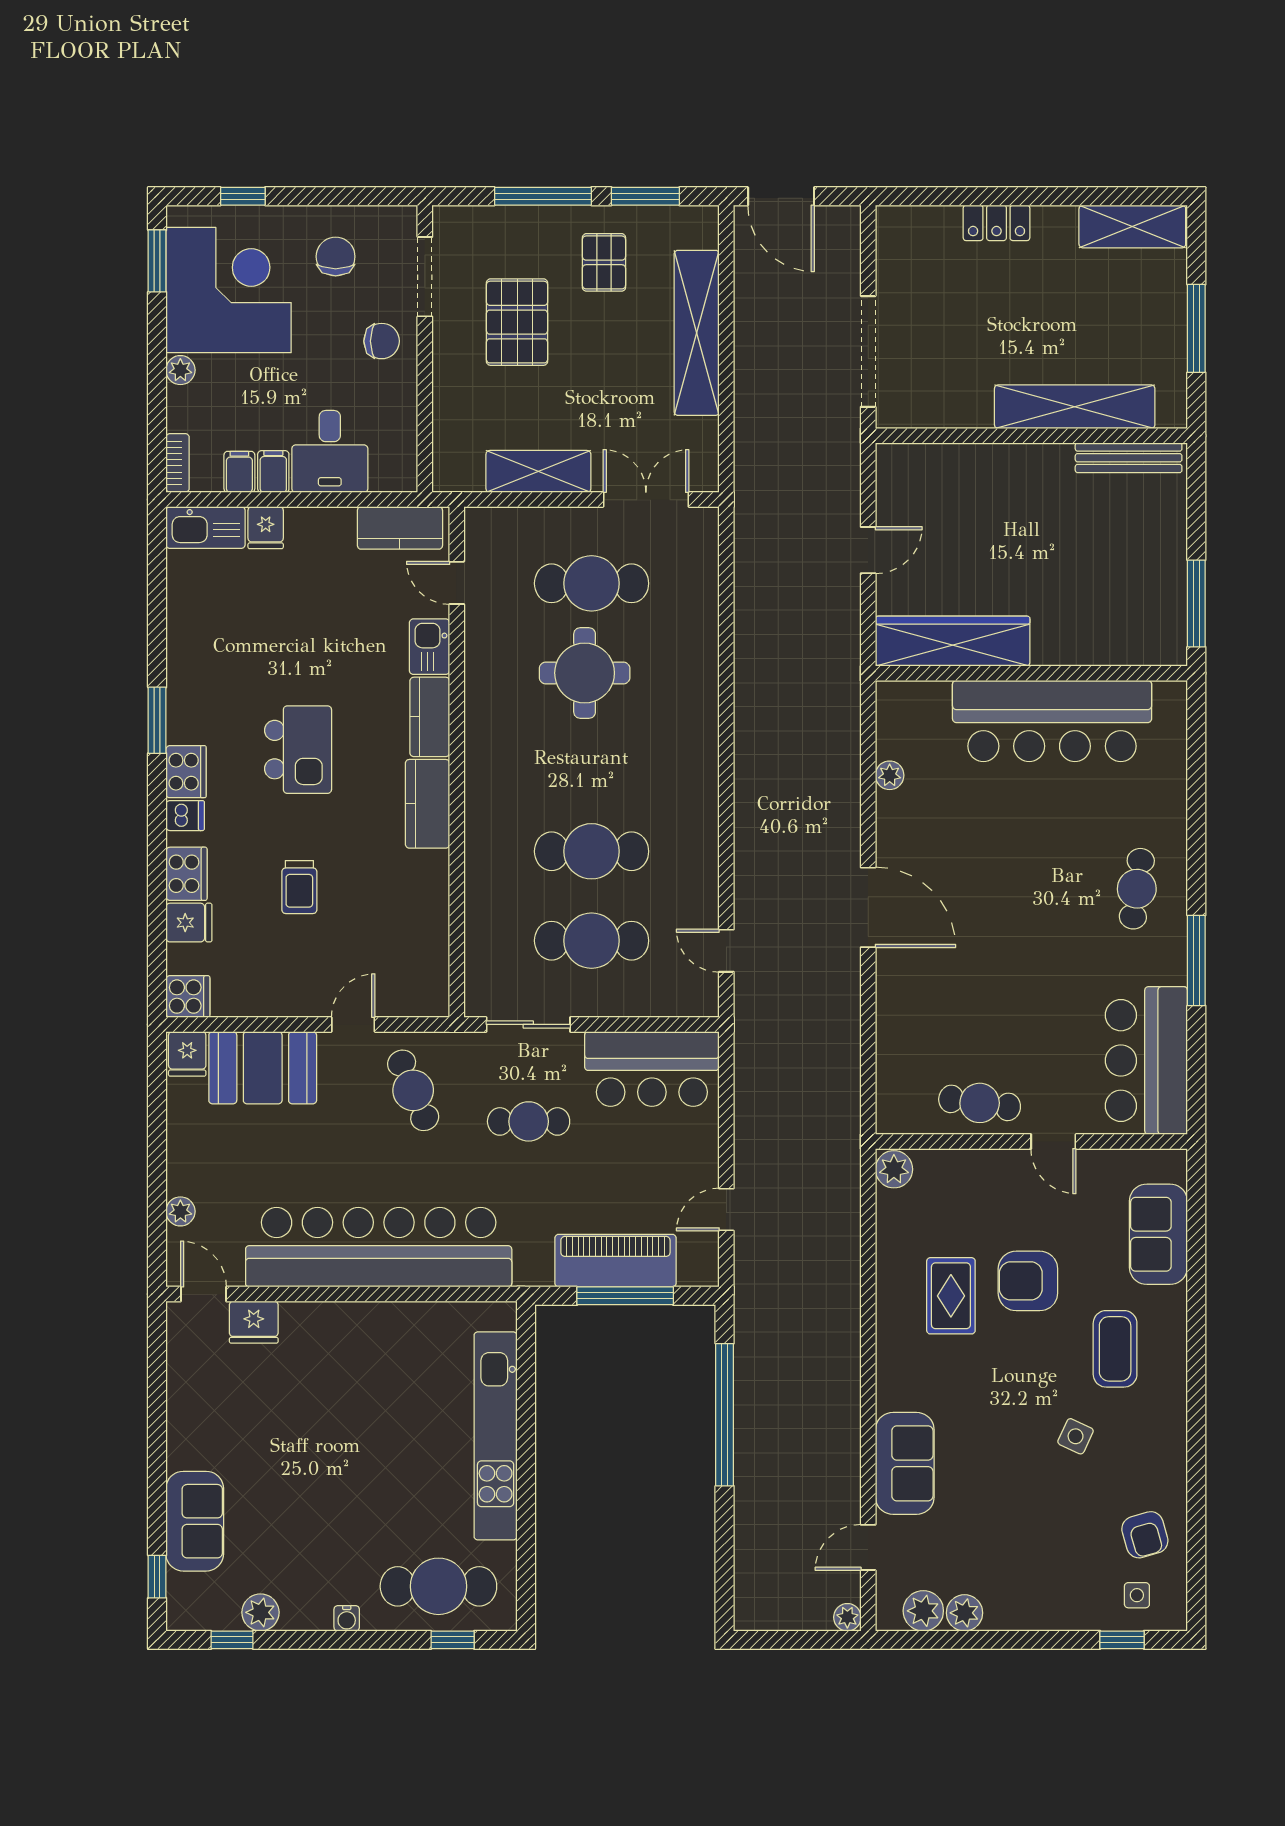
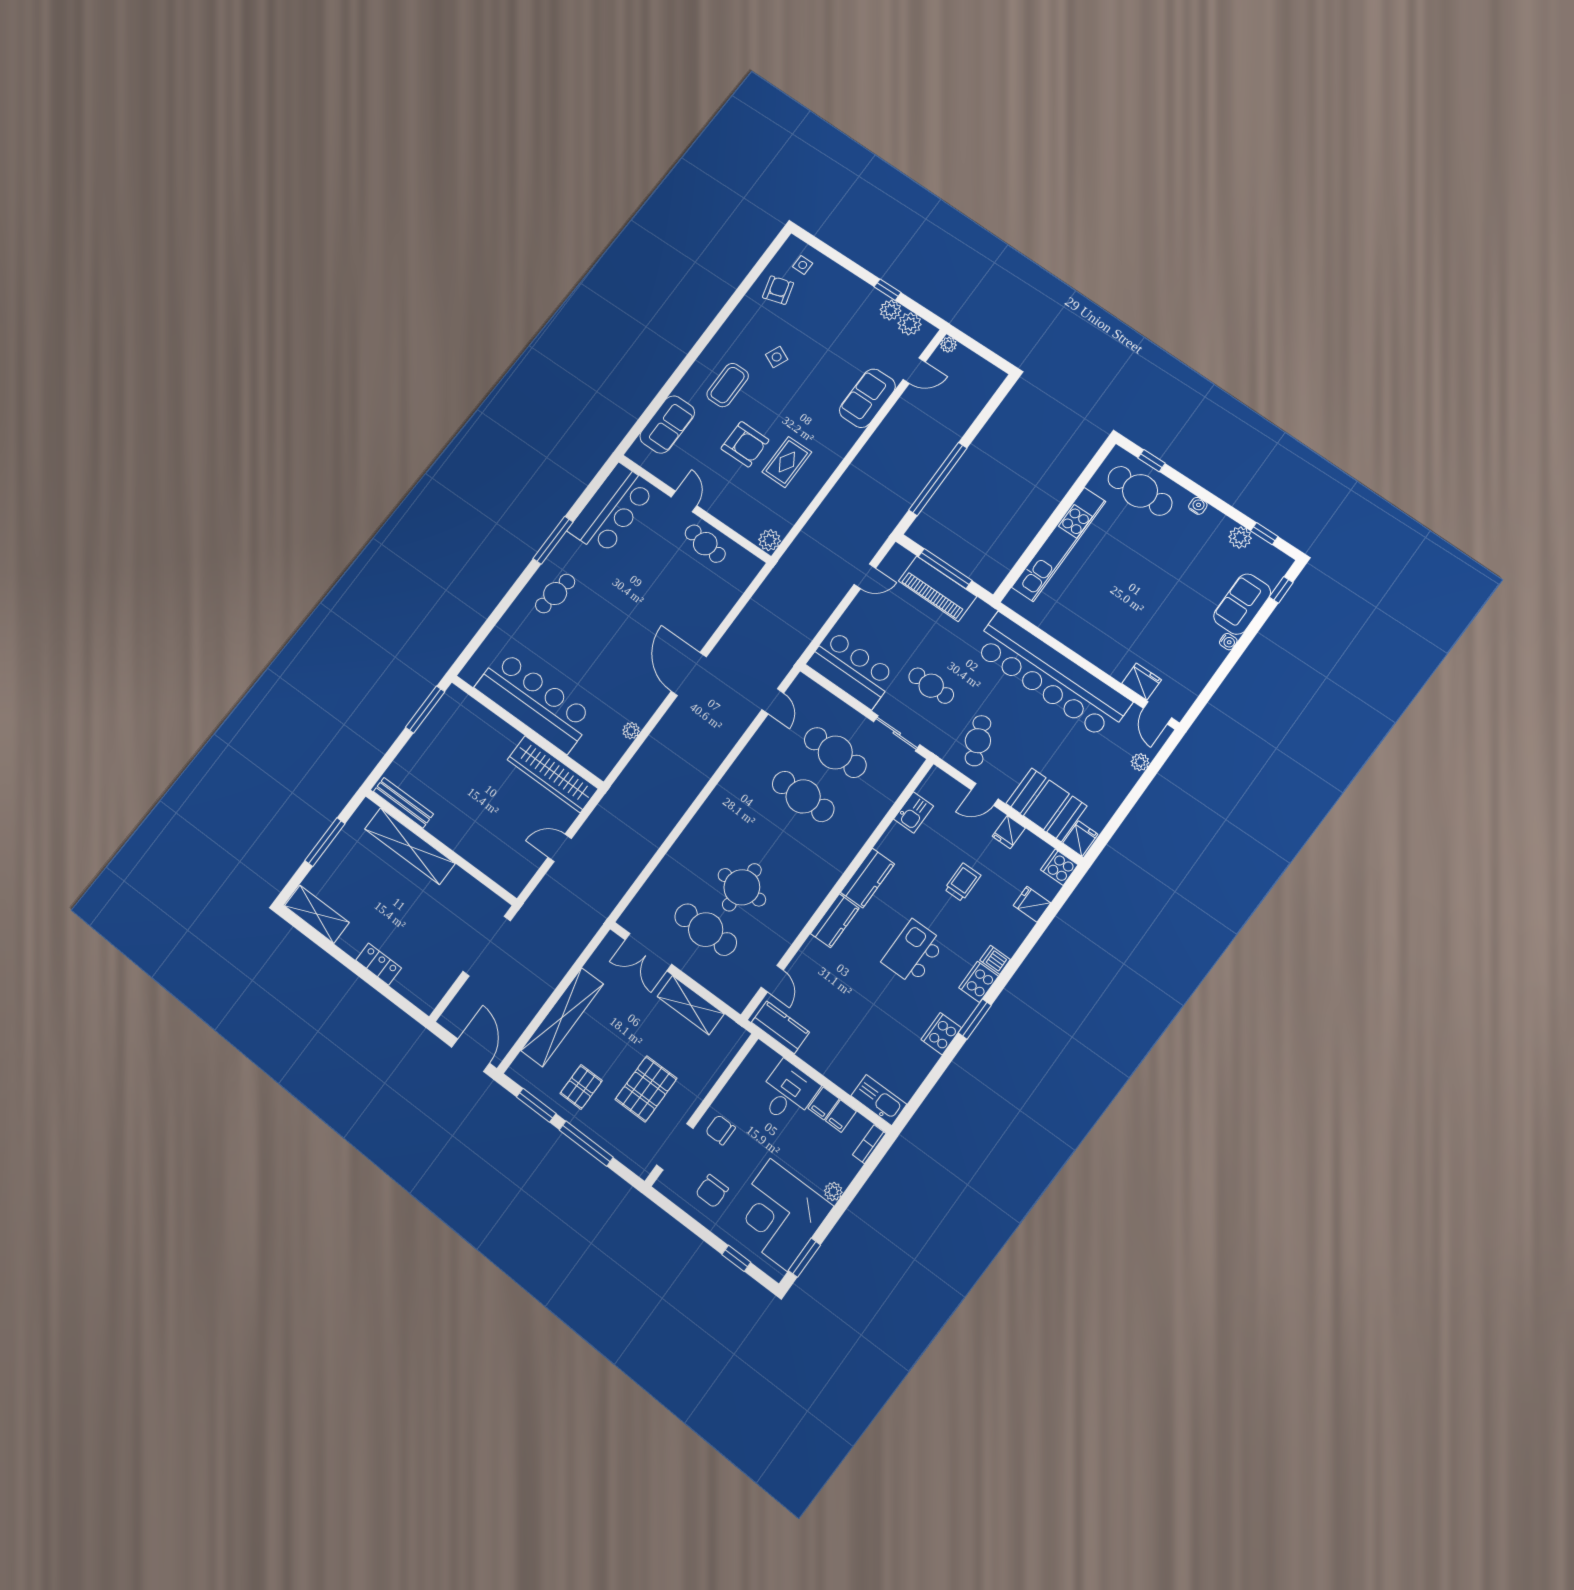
fridge: (266, 528) -> (1009, 832), moved, turned 180
kitchen sink: (430, 647) -> (914, 813), moved
cooker: (186, 874) -> (941, 1034), moved
water cooler: (178, 1457) -> (1228, 642), added
window: (1122, 1640) -> (888, 290), moved

